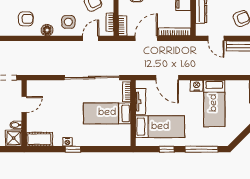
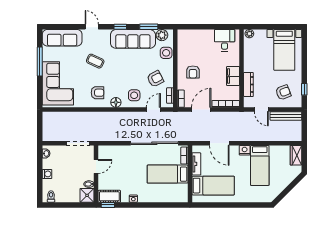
window: (73, 149) -> (108, 205), moved
window: (167, 149) -> (219, 205), removed
window: (202, 149) -> (249, 205), removed

